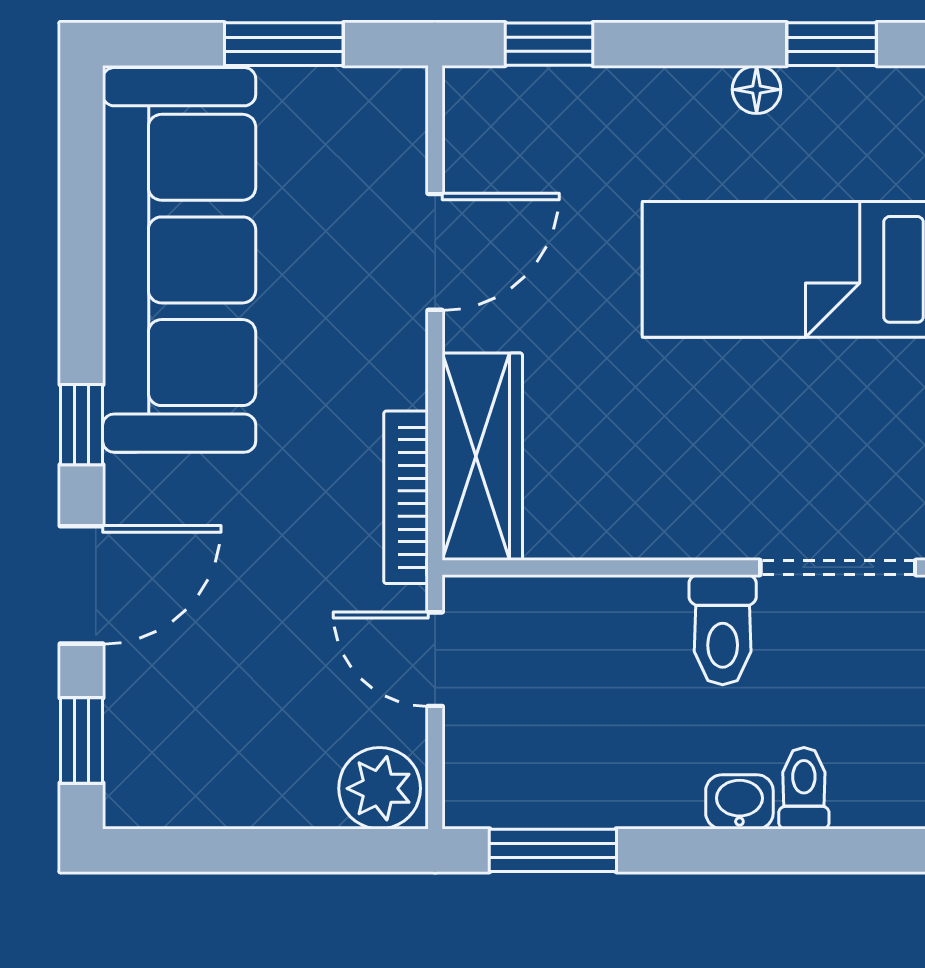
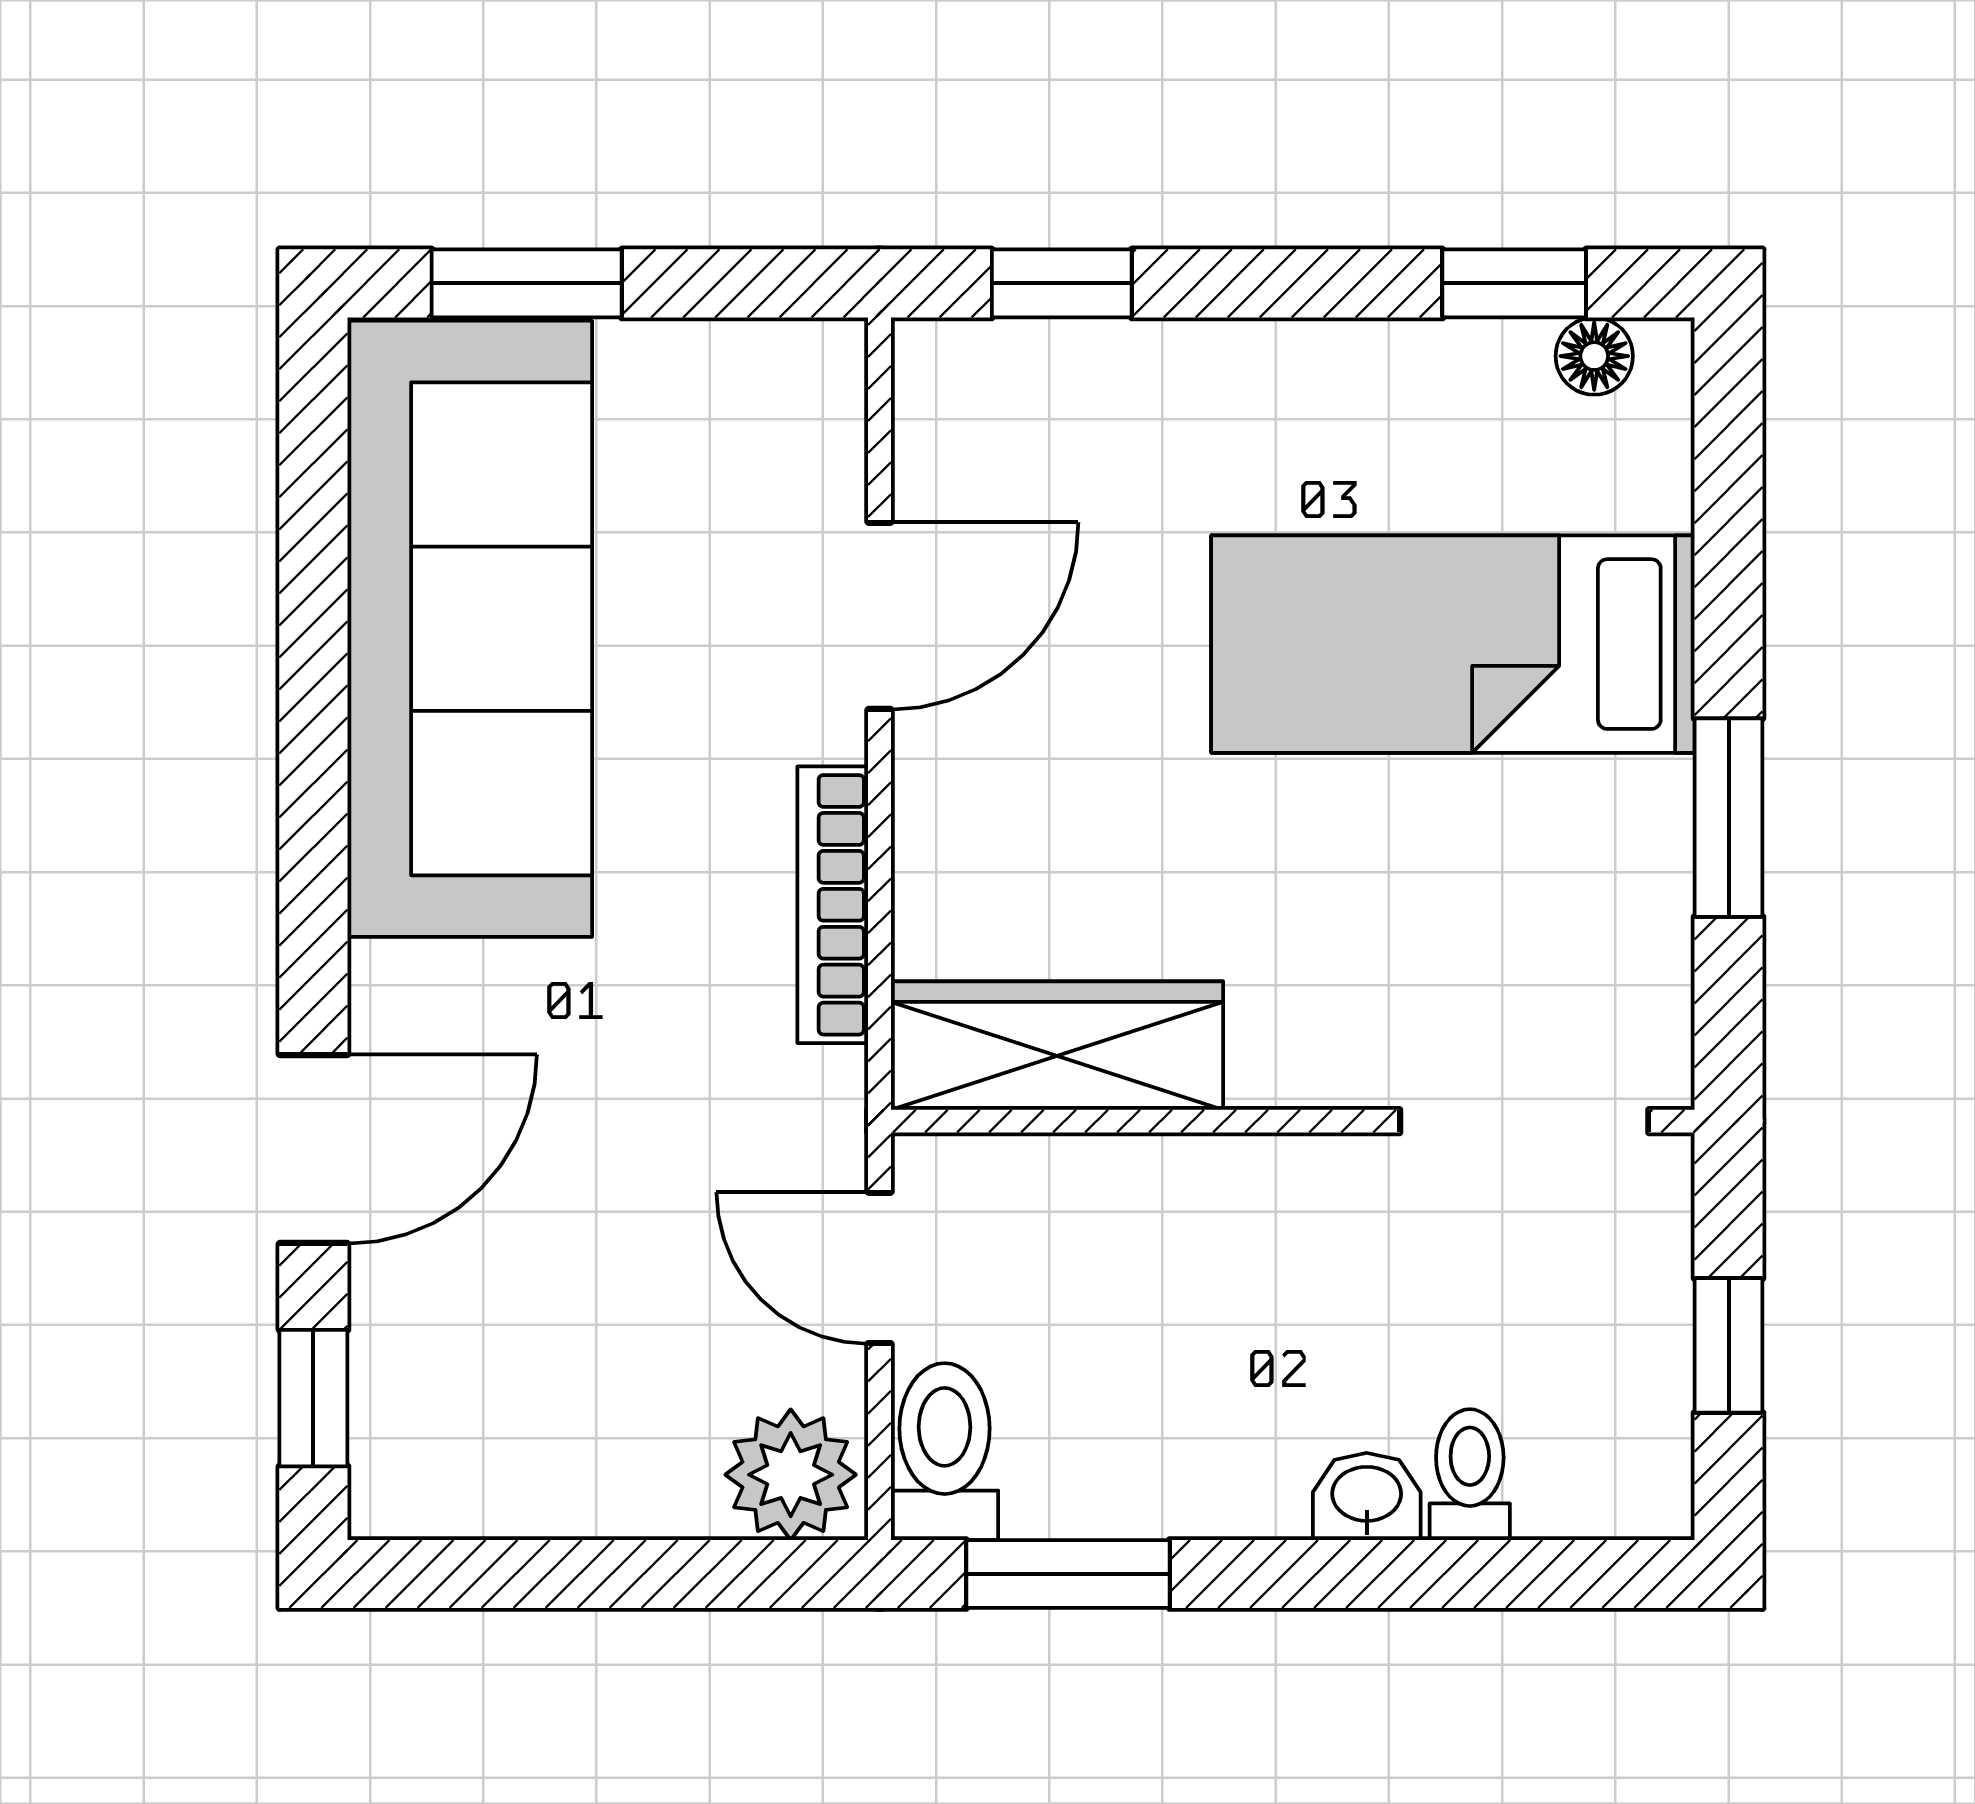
window: (284, 44) -> (527, 283), moved
floor lamp: (757, 90) -> (1594, 356), moved
window: (82, 425) -> (313, 892), removed
wardrobe: (482, 457) -> (1057, 1046), moved, turned -90
bookcase: (406, 497) -> (833, 905), moved
toilet: (723, 630) -> (945, 1452), moved, turned 180

